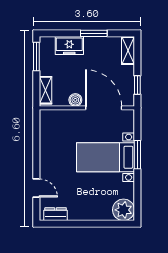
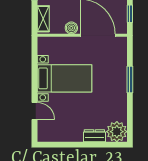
bed with nightstands: (106, 157) -> (65, 78), moved, turned 180
dresser: (56, 214) -> (94, 136), moved

